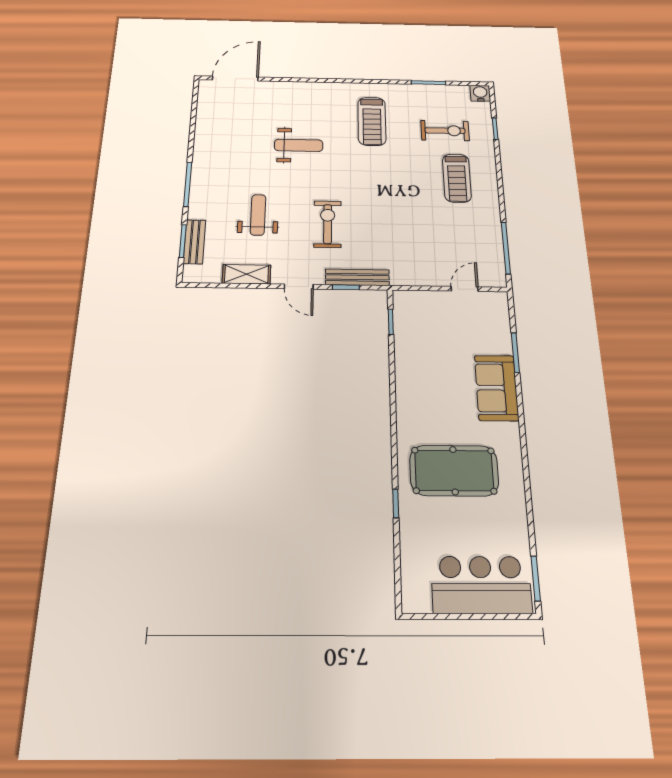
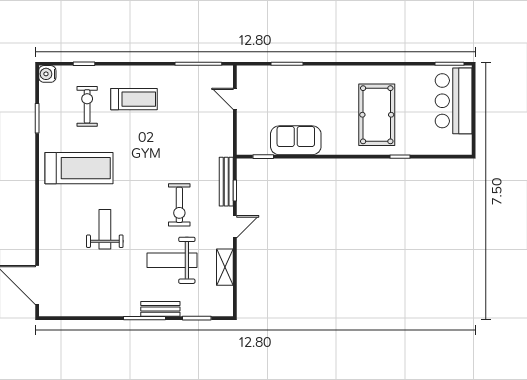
treadmill: (372, 121) -> (79, 168), width x1.37, depth x1.38
weight bench: (258, 215) -> (172, 260), width x1.36, depth x1.33
exercise bike: (328, 224) -> (179, 205), turned -90
bench: (194, 242) -> (160, 309), moved
sofa: (496, 388) -> (296, 140), moved, turned 180

